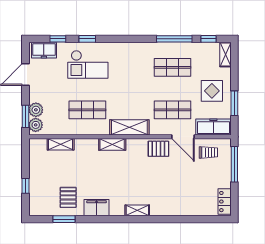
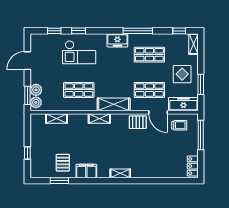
window: (174, 39) -> (138, 31), moved
freezer: (44, 50) -> (117, 40), moved

